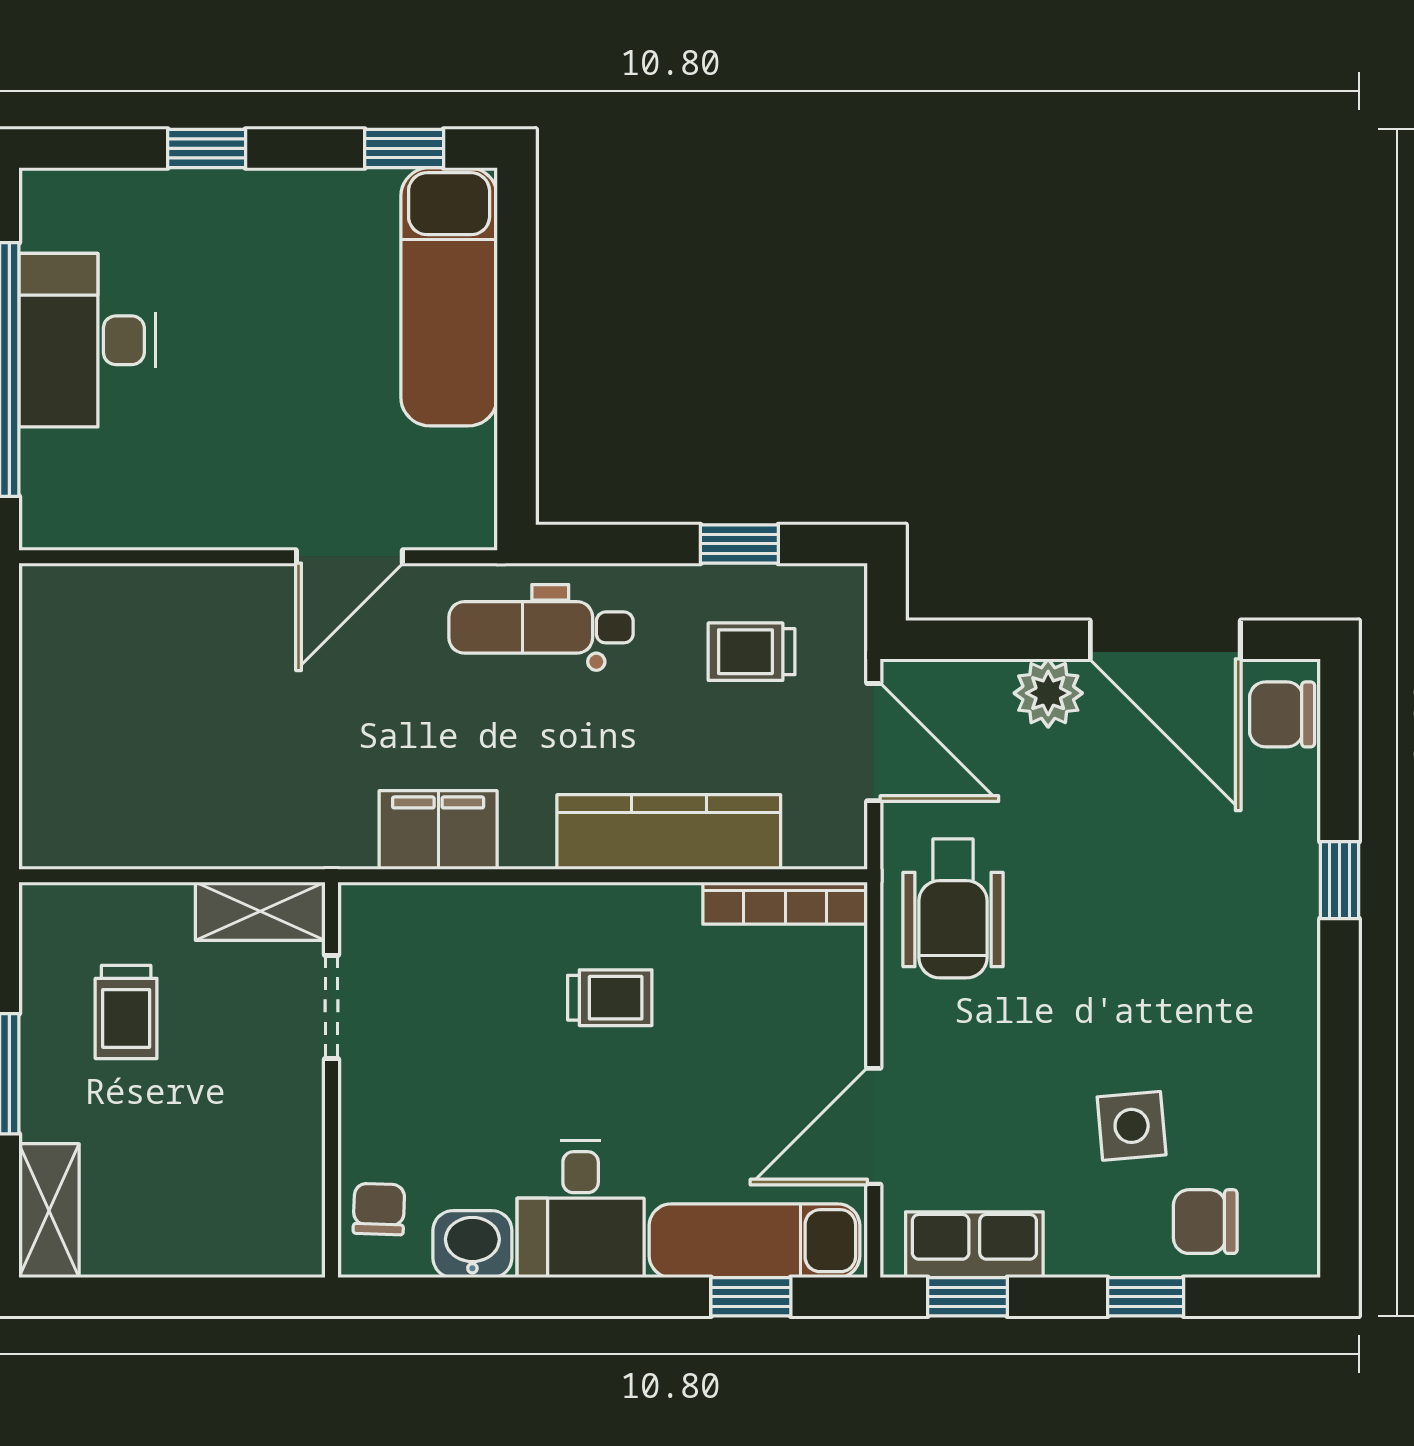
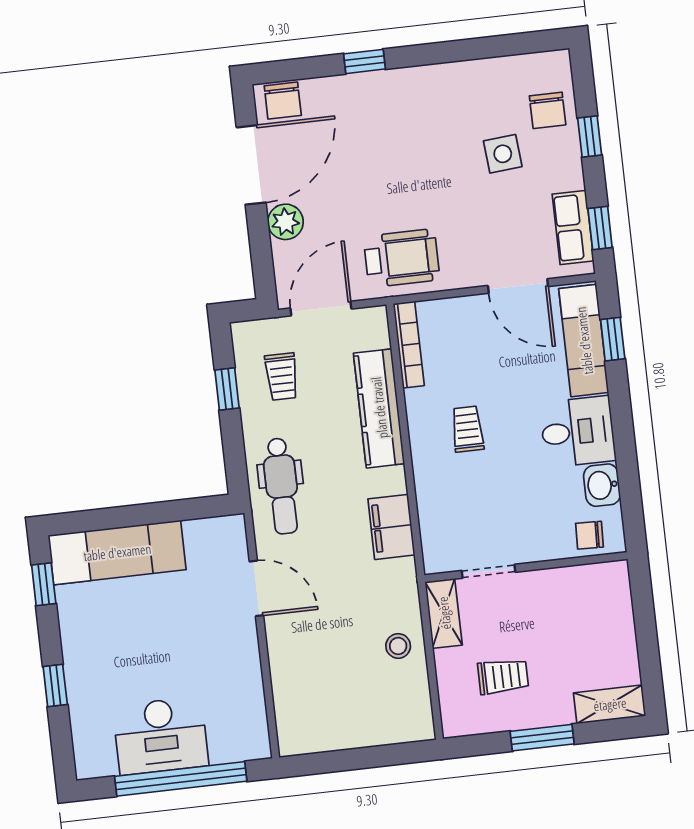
stool: (208, 817) -> (398, 646), added

